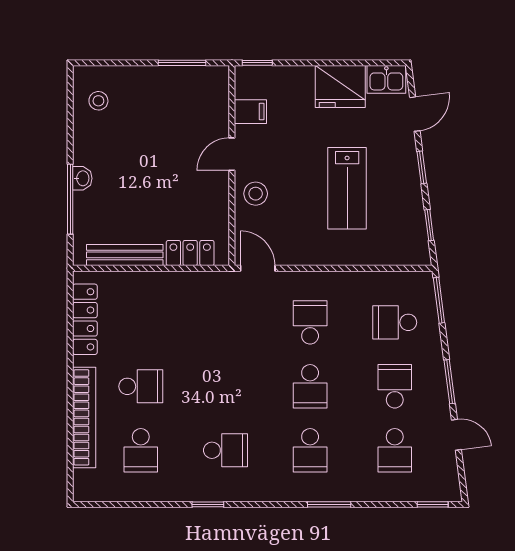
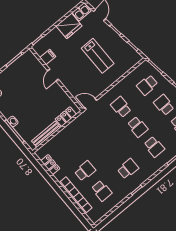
stool: (256, 194) -> (71, 81), removed
locker: (85, 319) -> (50, 165), width x0.66

